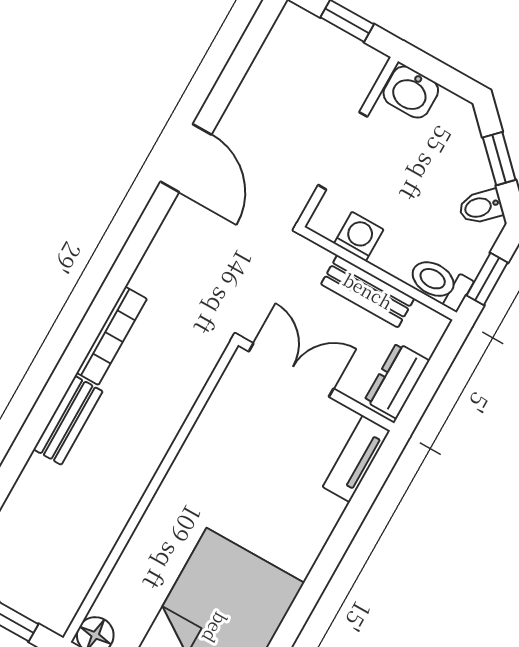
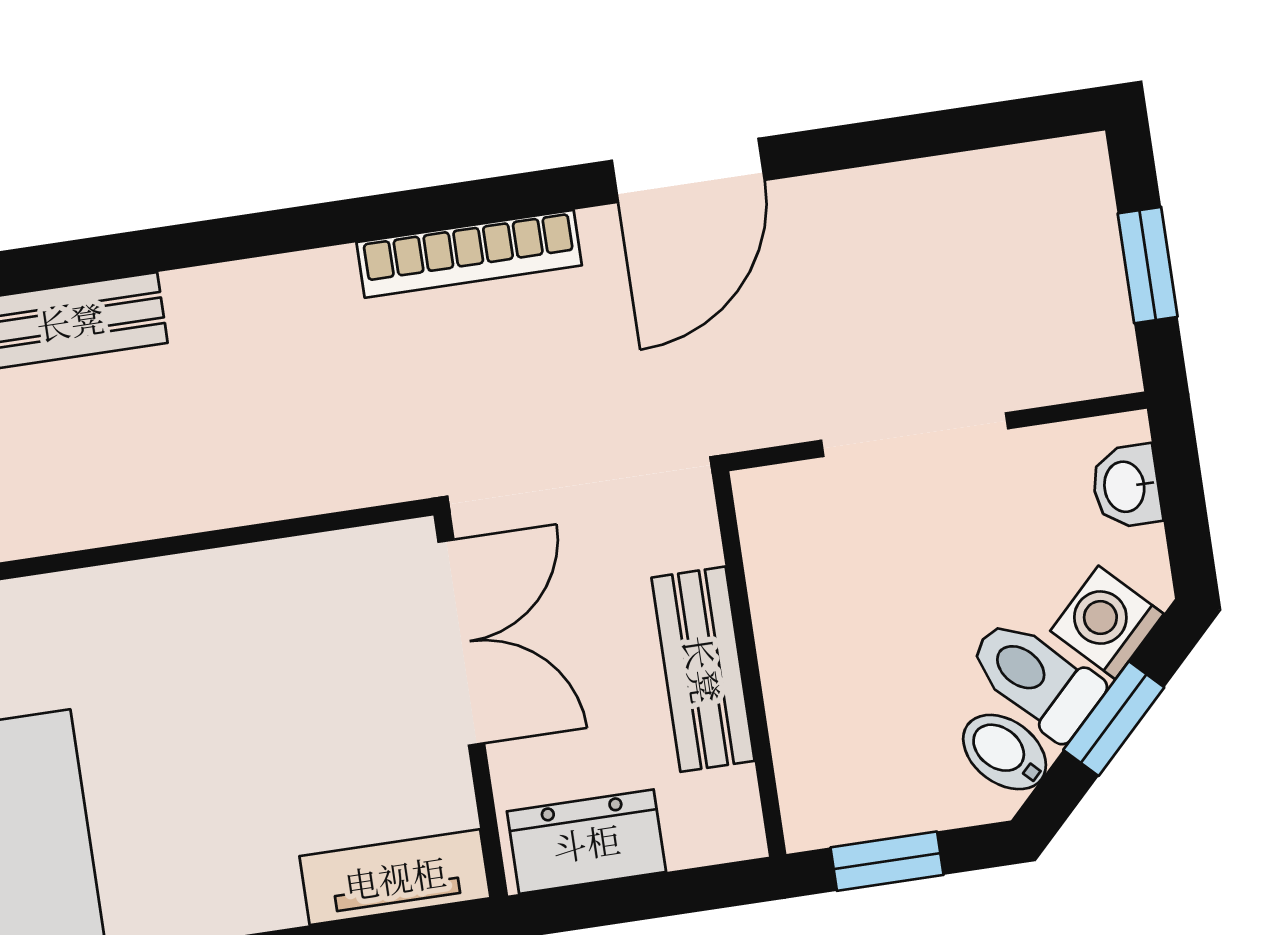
washbasin: (411, 92) -> (1126, 486), width x0.72, depth x0.69
washing machine: (359, 236) -> (1107, 622), moved, turned -135
toilet: (440, 283) -> (1035, 678), moved, turned -45
bookcase: (112, 336) -> (469, 254), moved

